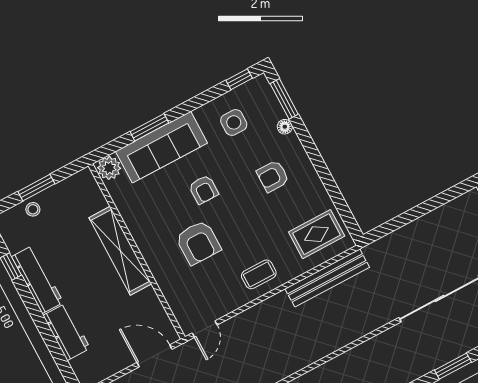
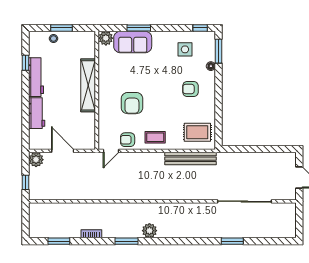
sofa: (161, 147) -> (133, 42), width x0.73
armchair: (204, 190) -> (128, 140), moved, turned 90
door: (154, 356) -> (63, 151), moved

